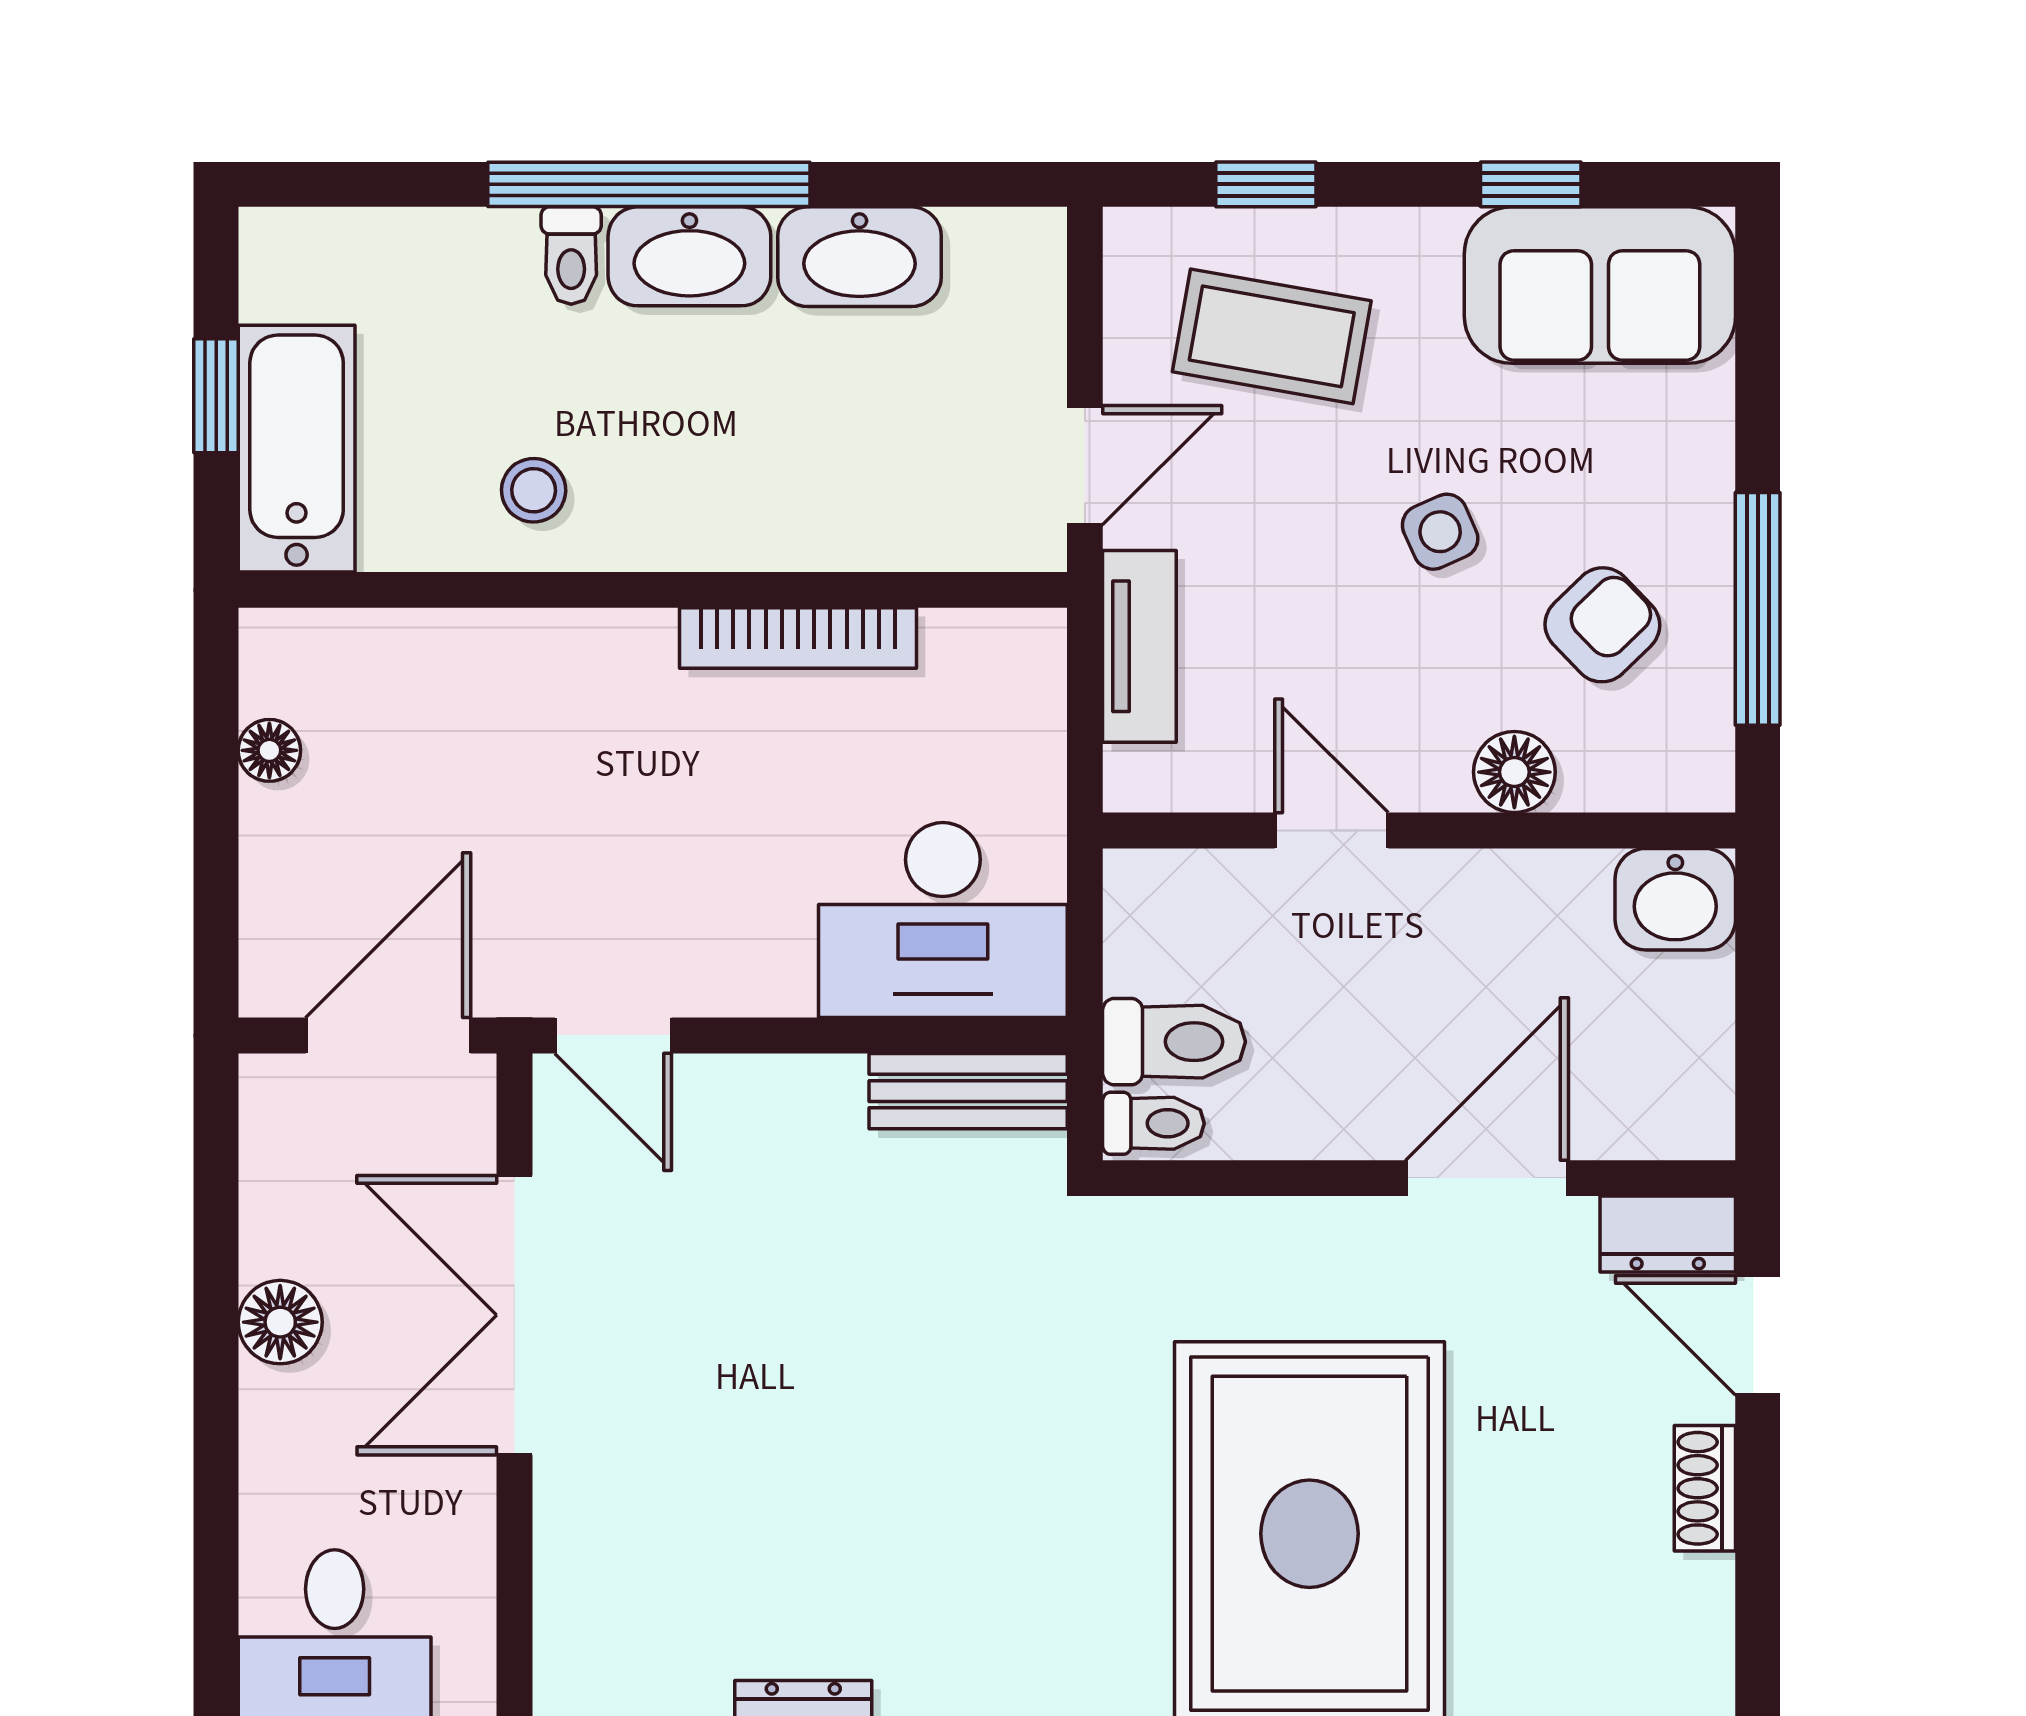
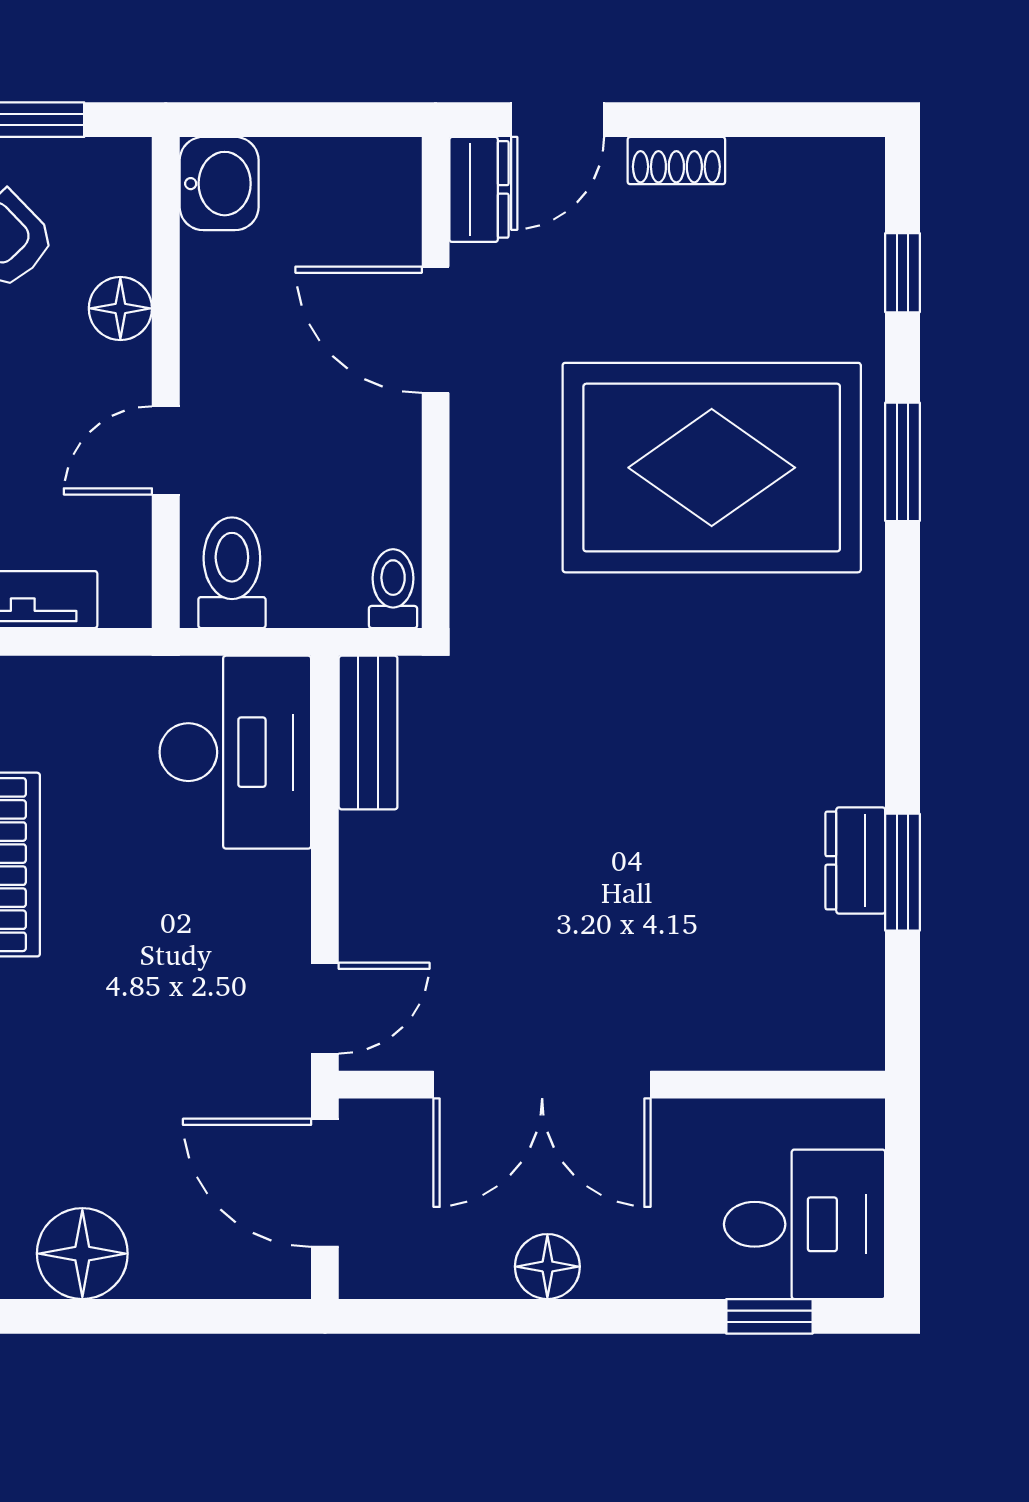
floor lamp: (269, 750) -> (82, 1254), width x1.89, depth x1.89
toilet: (1174, 1042) -> (232, 573), moved
window: (216, 1608) -> (769, 1316), added

